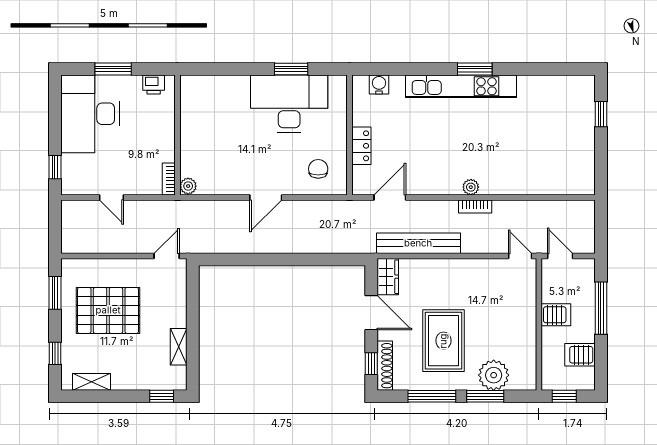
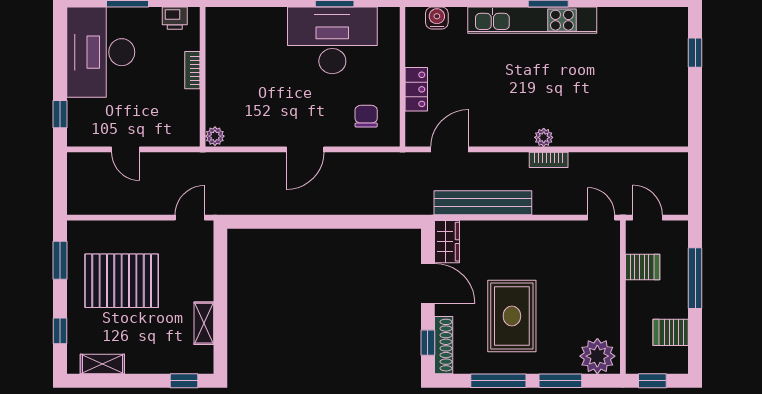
bookcase: (169, 179) -> (192, 70), moved
server rack: (556, 315) -> (643, 267), moved
plant: (494, 375) -> (597, 356), moved

